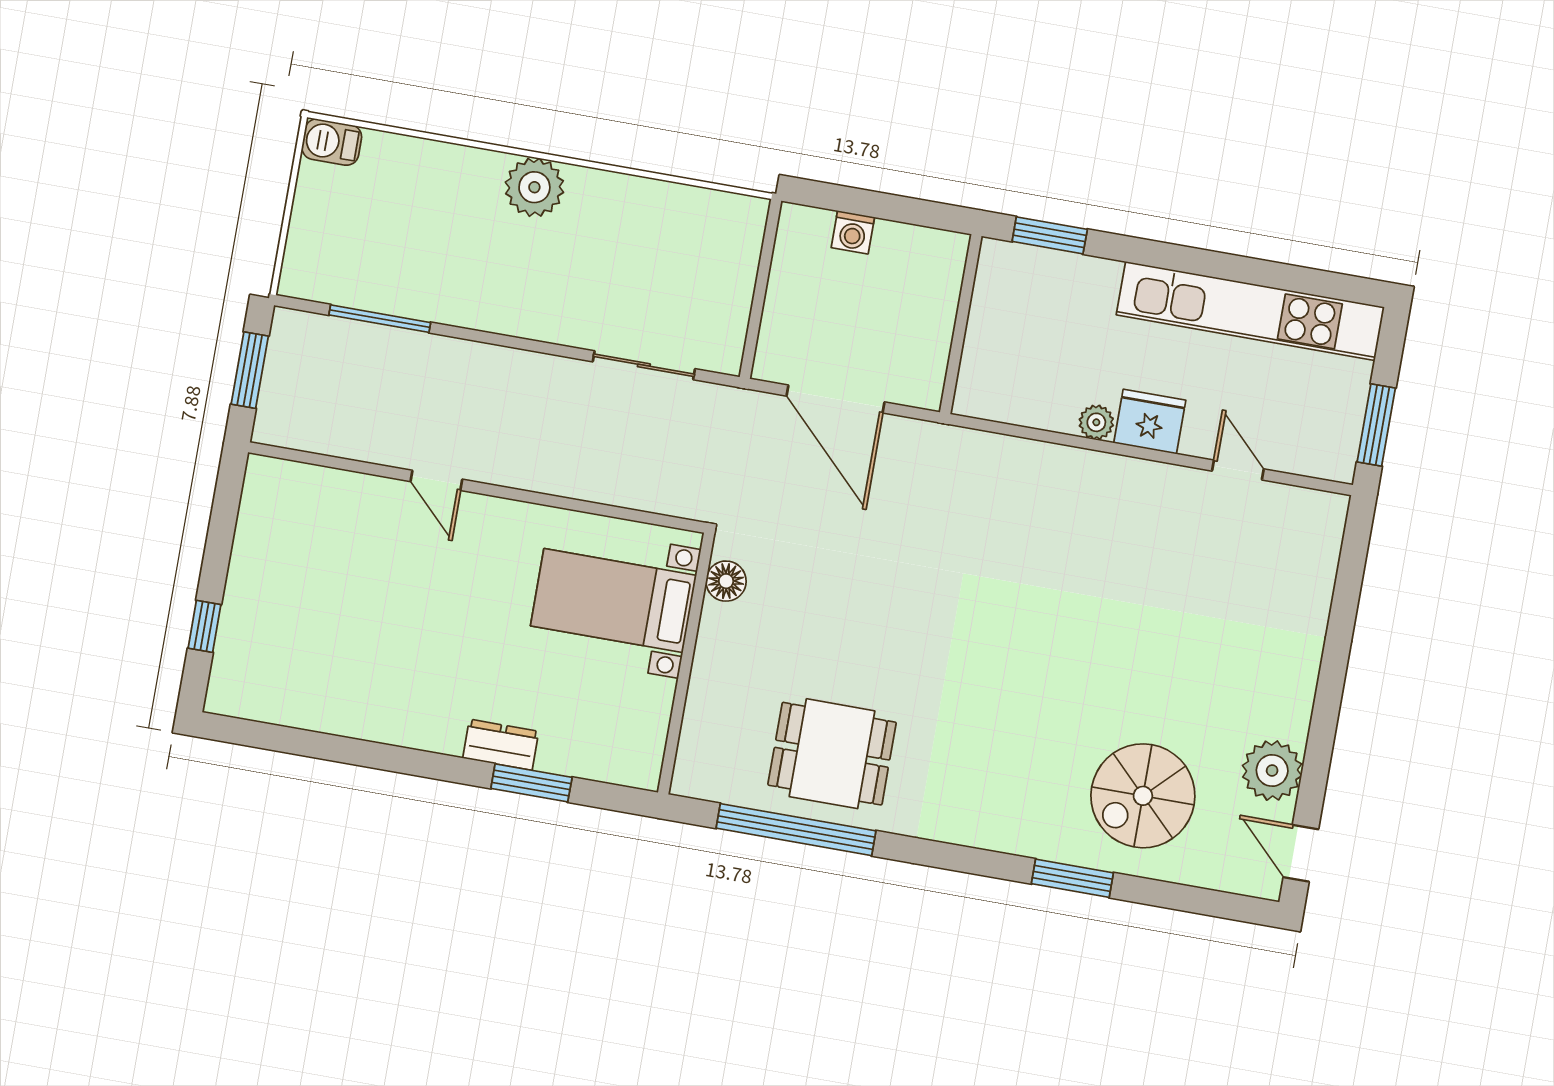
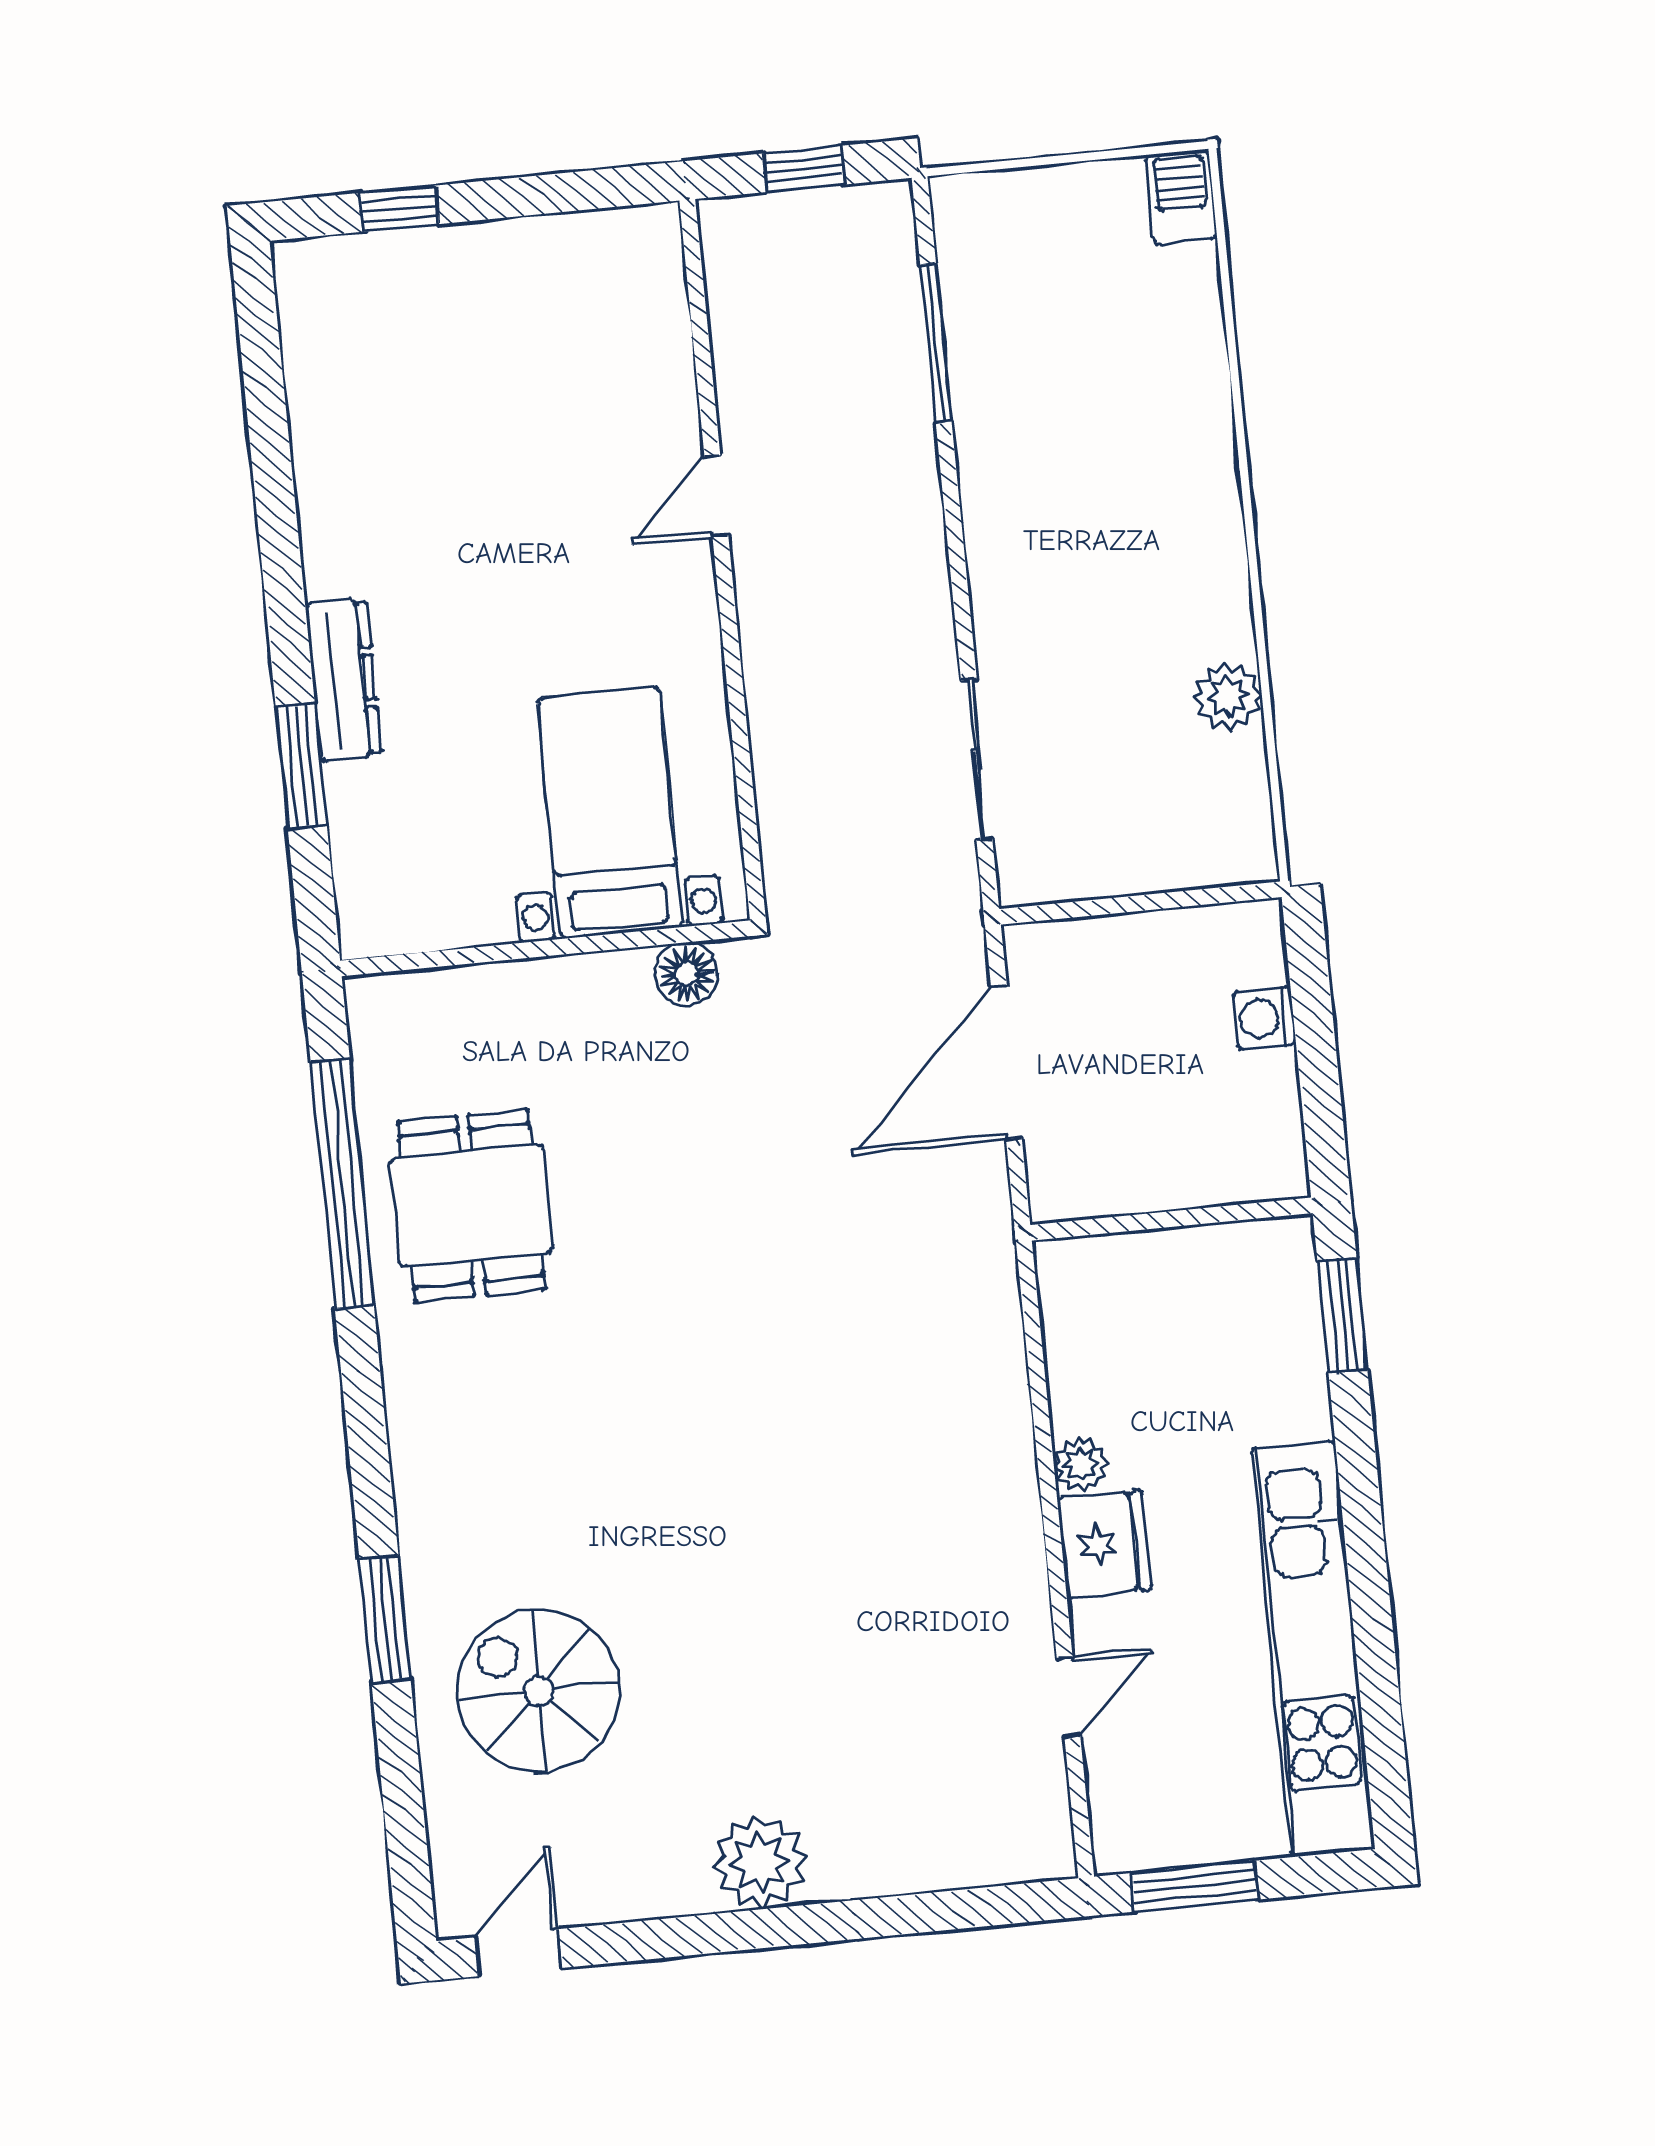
plant: (534, 187) -> (1228, 696), moved, width x0.73, depth x0.73
window: (250, 370) -> (804, 169), width x0.67
dresser: (501, 745) -> (343, 680), width x1.44
plant: (1272, 771) -> (760, 1862), moved

